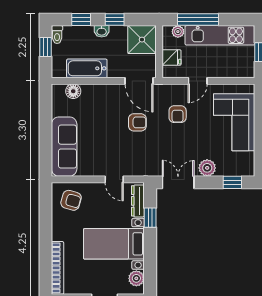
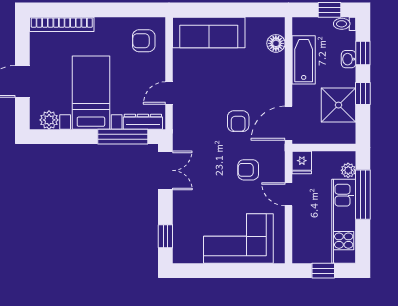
washbasin: (102, 31) -> (349, 59), moved
shower: (142, 40) -> (339, 105), moved
fridge: (171, 58) -> (302, 163), moved
plant: (207, 168) -> (183, 206), removed
armchair: (71, 200) -> (144, 41), turned 74
window: (150, 218) -> (123, 137), width x2.17

